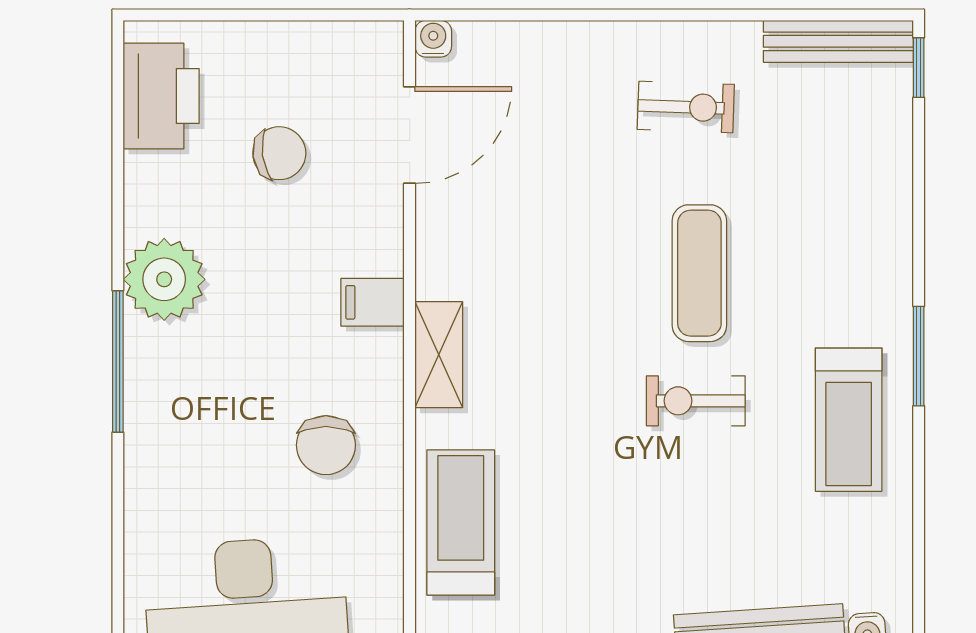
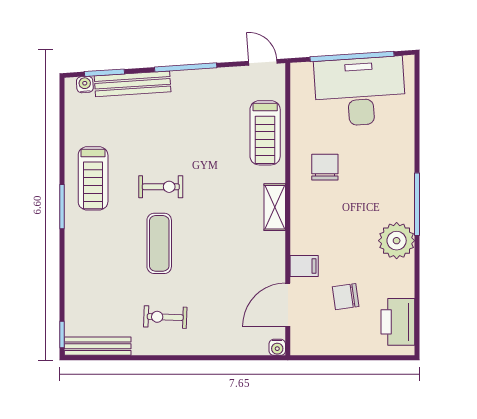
filing cabinet: (373, 302) -> (304, 266), moved
treadmill: (849, 420) -> (93, 178), turned 180

